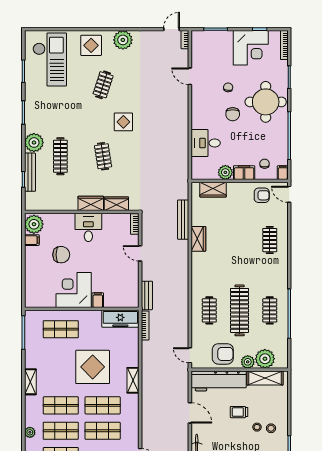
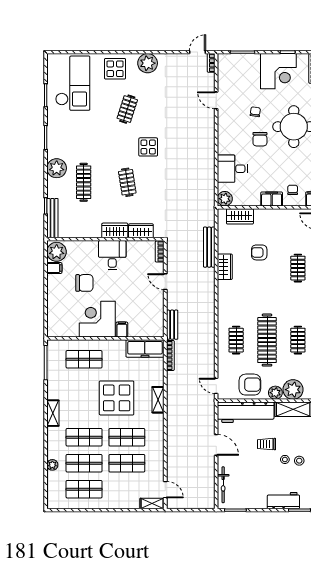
bench: (30, 172) -> (52, 218), moved
plant: (225, 172) -> (225, 199), moved
armchair: (262, 195) -> (259, 252), moved, turned 180
shelving: (133, 380) -> (158, 400), moved

